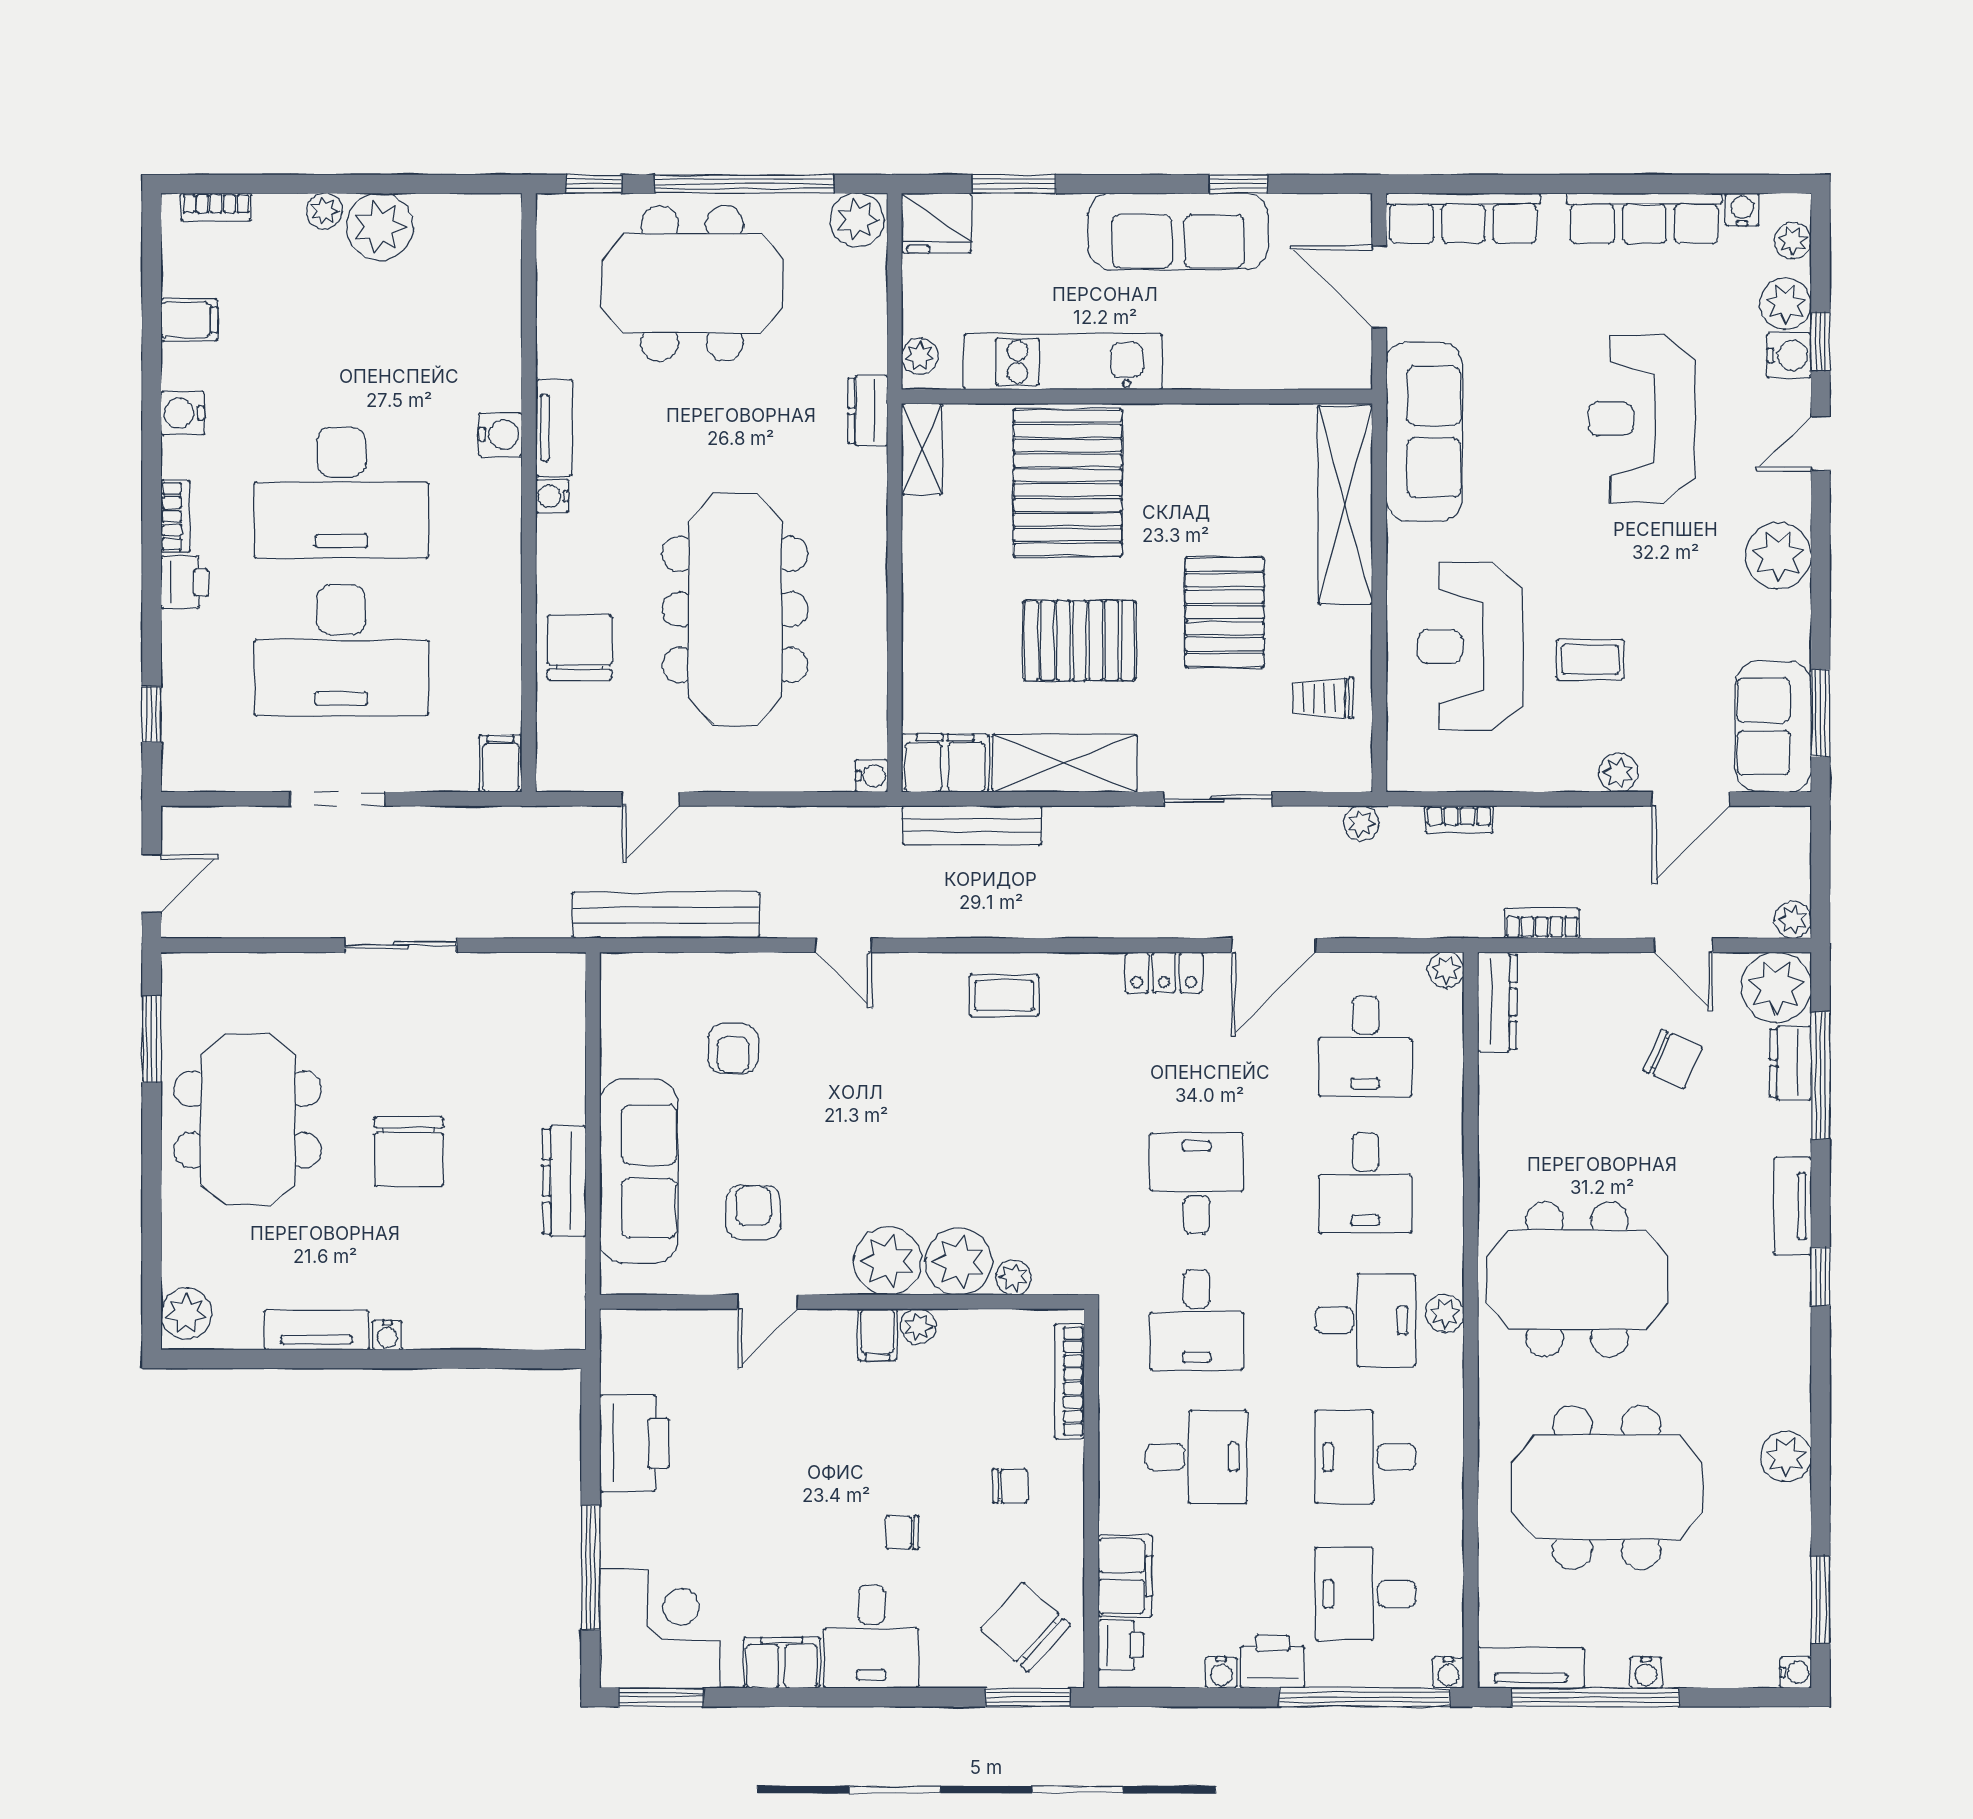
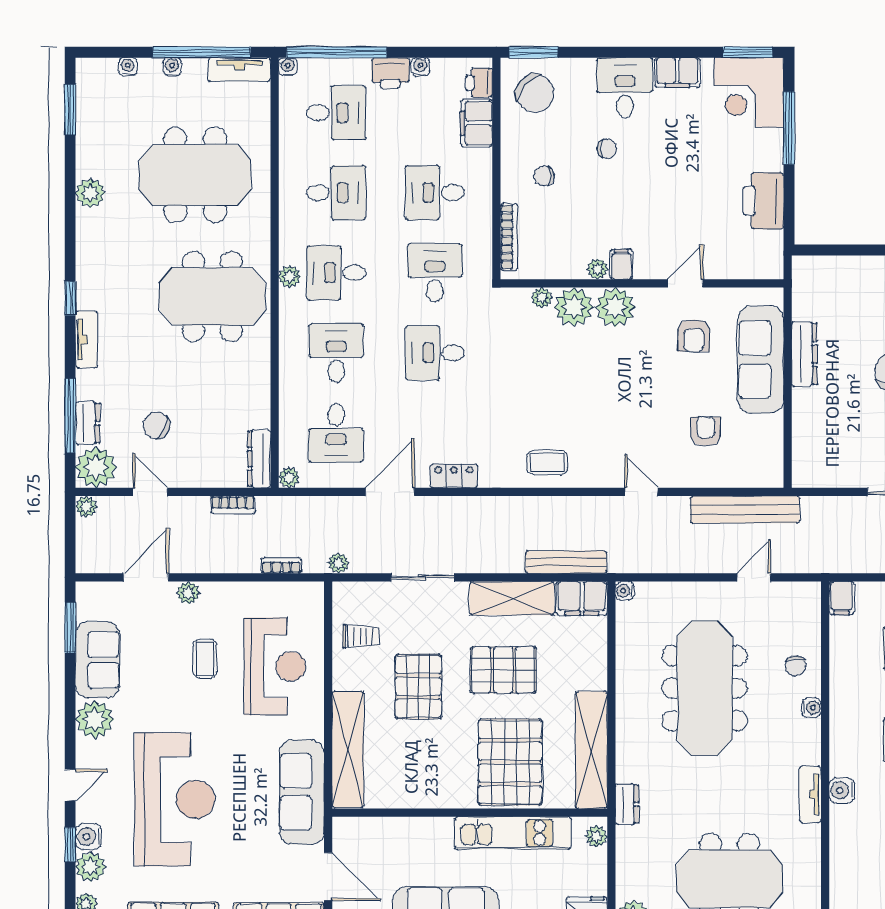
reception desk: (1642, 419) -> (175, 799), width x1.36, depth x1.30
shelving: (922, 449) -> (591, 750), width x2.20, depth x1.33
water cooler: (552, 496) -> (811, 708), moved
chair: (579, 648) -> (795, 666), width x0.54, depth x0.54
coffee table: (1590, 660) -> (205, 659), turned 90
sofa: (1773, 727) -> (98, 660), moved
desk: (1365, 1046) -> (336, 433), turned 180
desk: (1197, 1183) -> (435, 353), turned 90
water cooler: (1796, 1672) -> (128, 67), moved, turned 90

